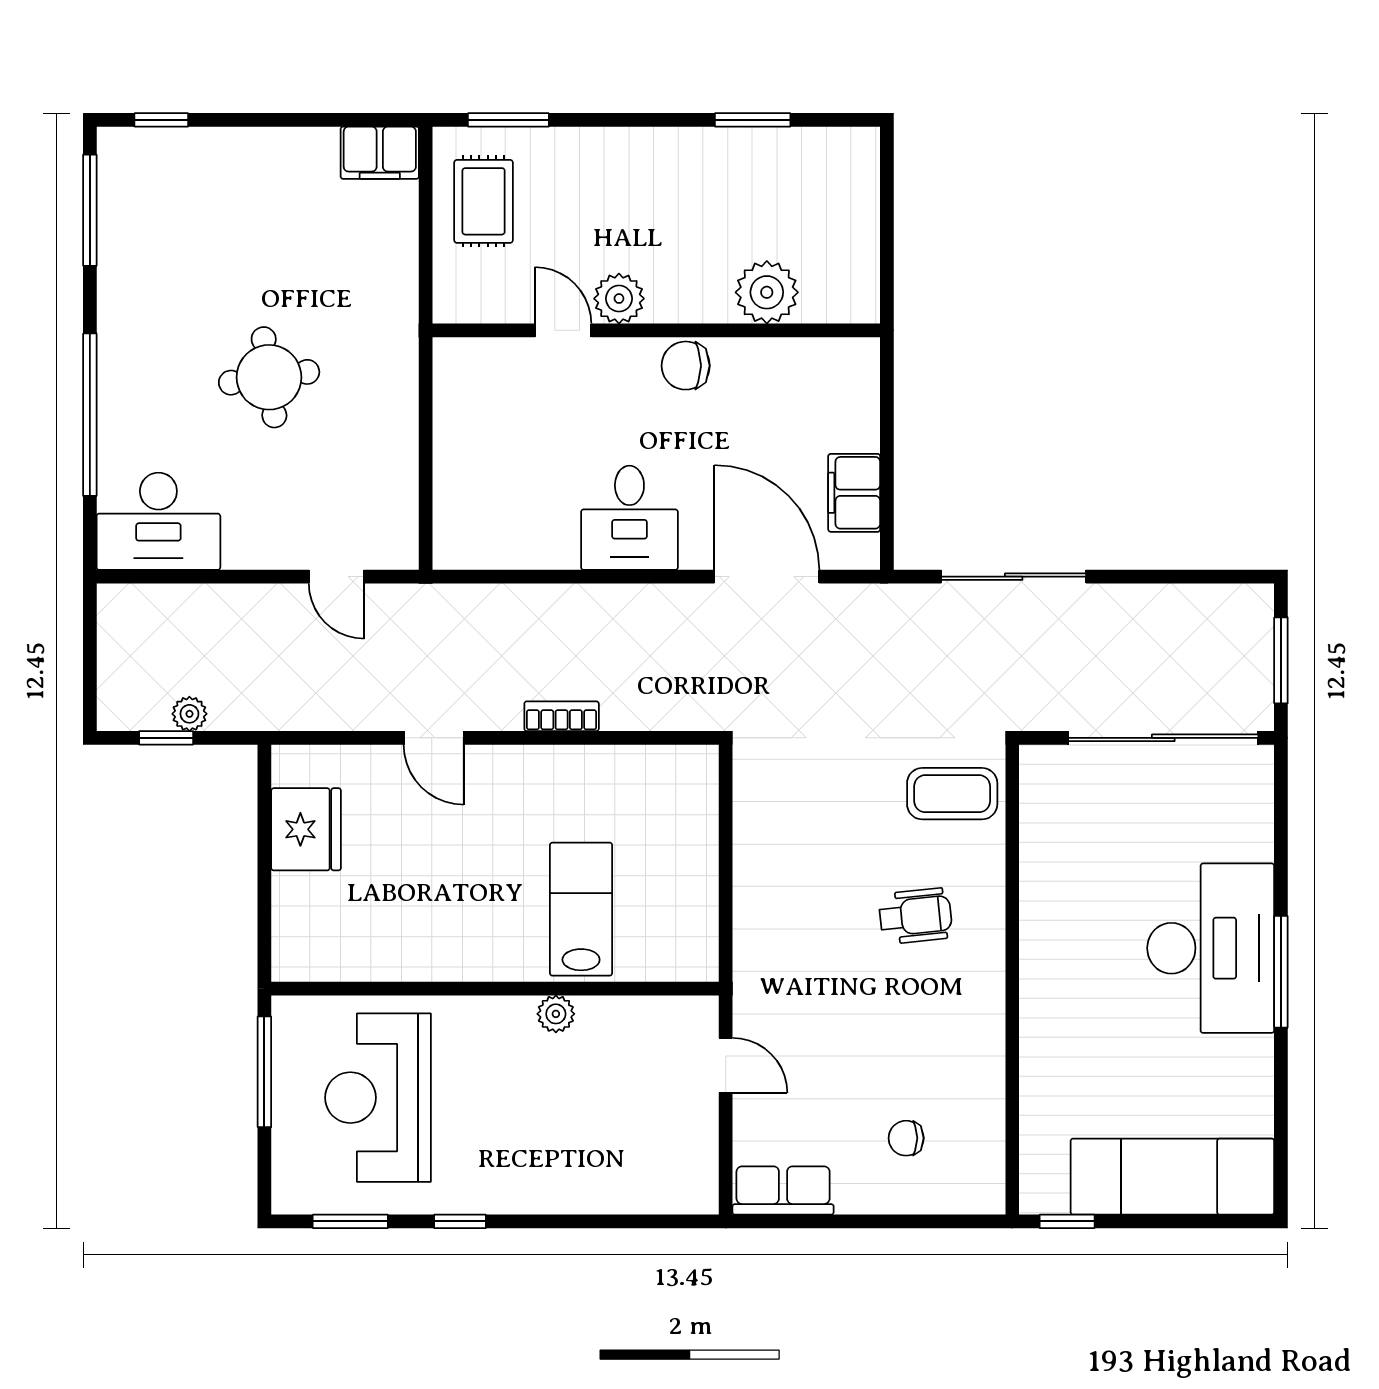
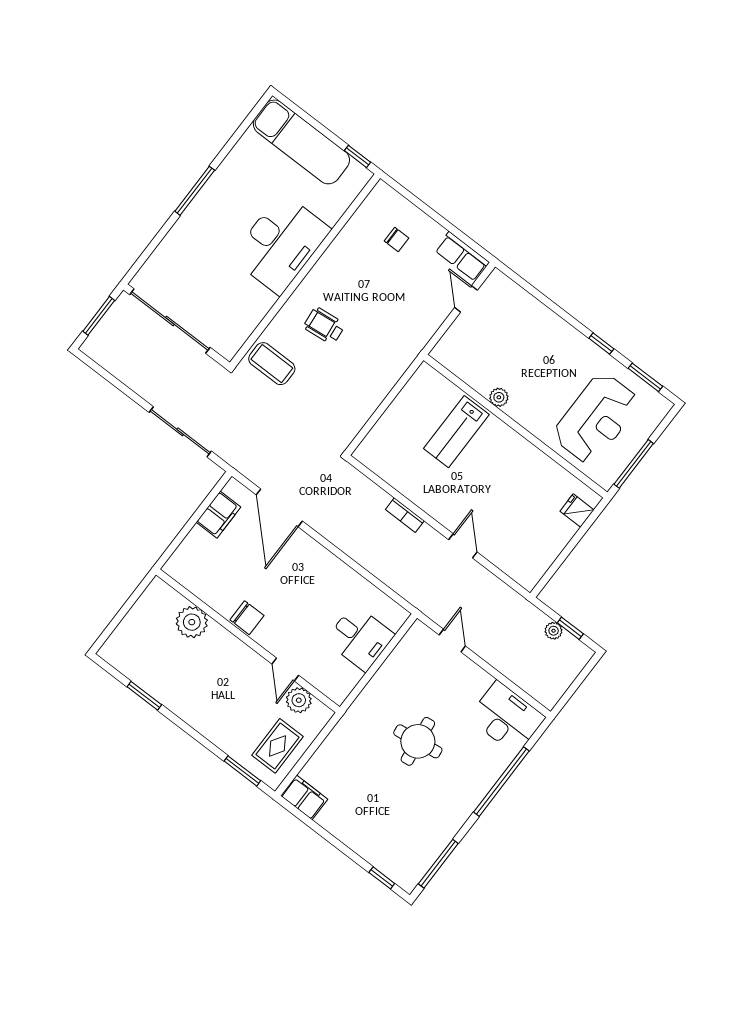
plant: (619, 299) -> (299, 700), moved
desk: (629, 518) -> (360, 638), moved, turned 90
fridge: (306, 829) -> (577, 511), moved, width x0.53, depth x0.75
desk: (1211, 948) -> (281, 244), moved, turned 180
door: (726, 1065) -> (466, 299), moved

